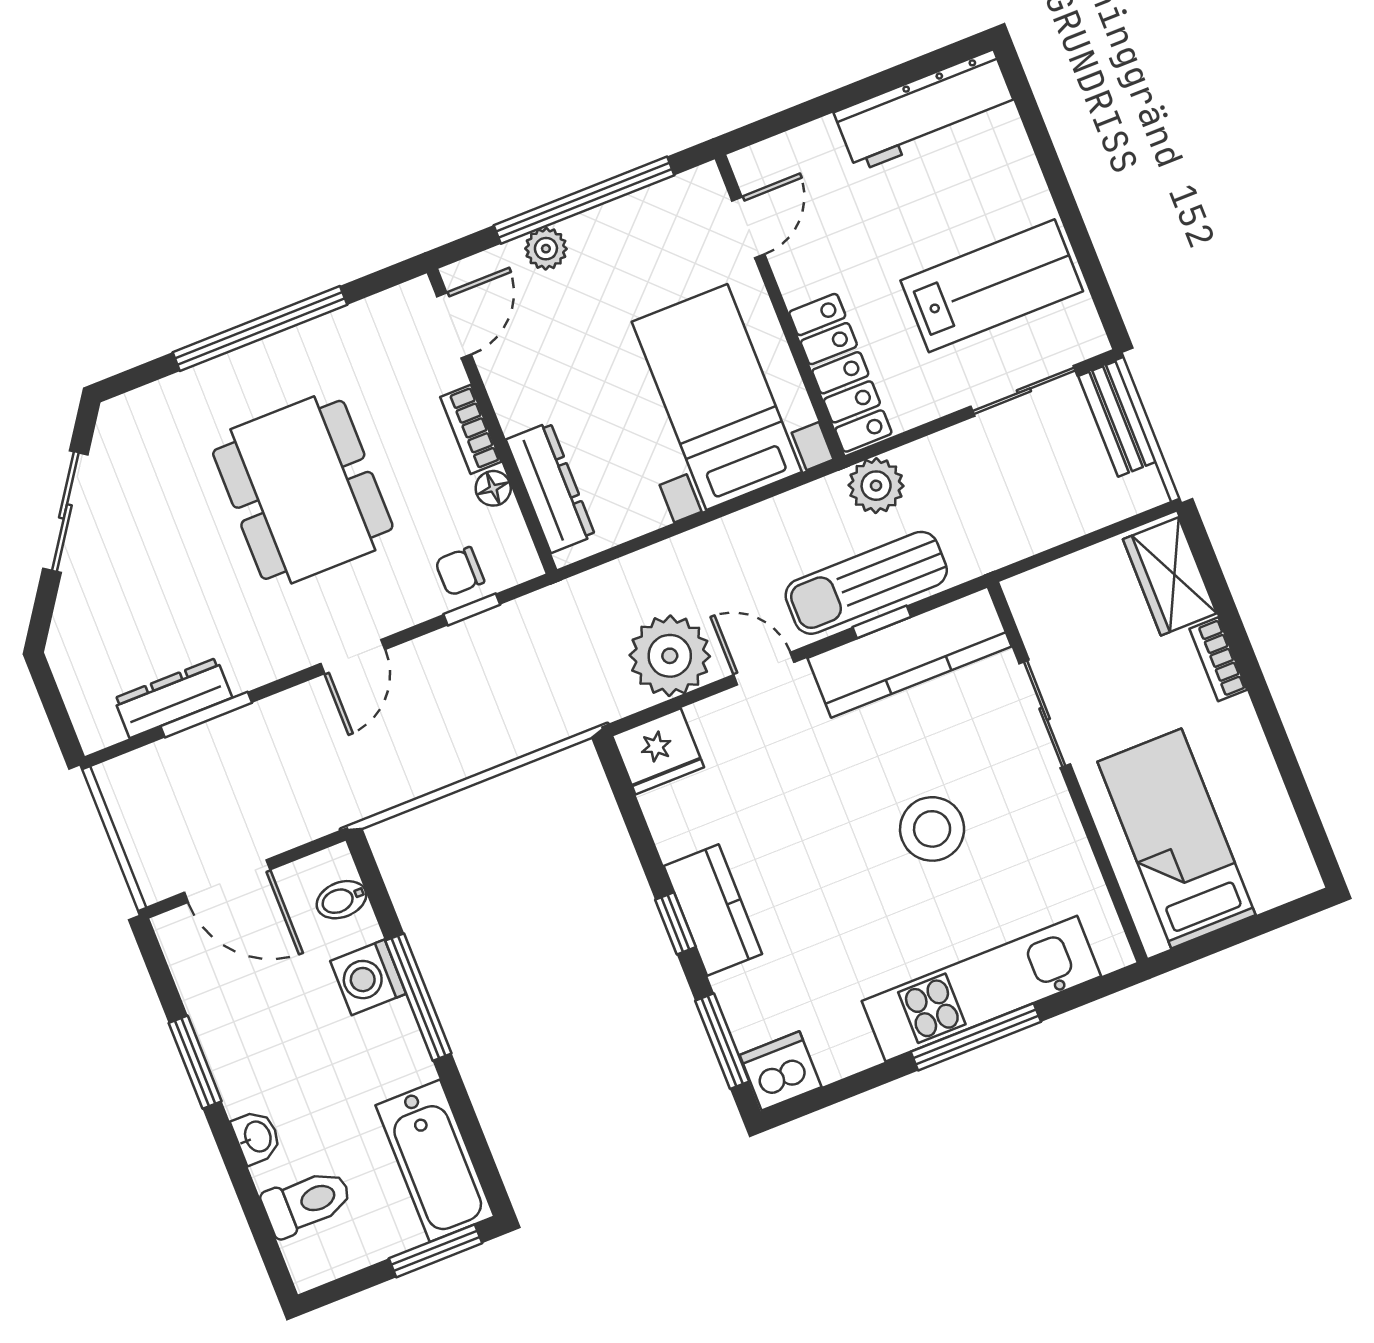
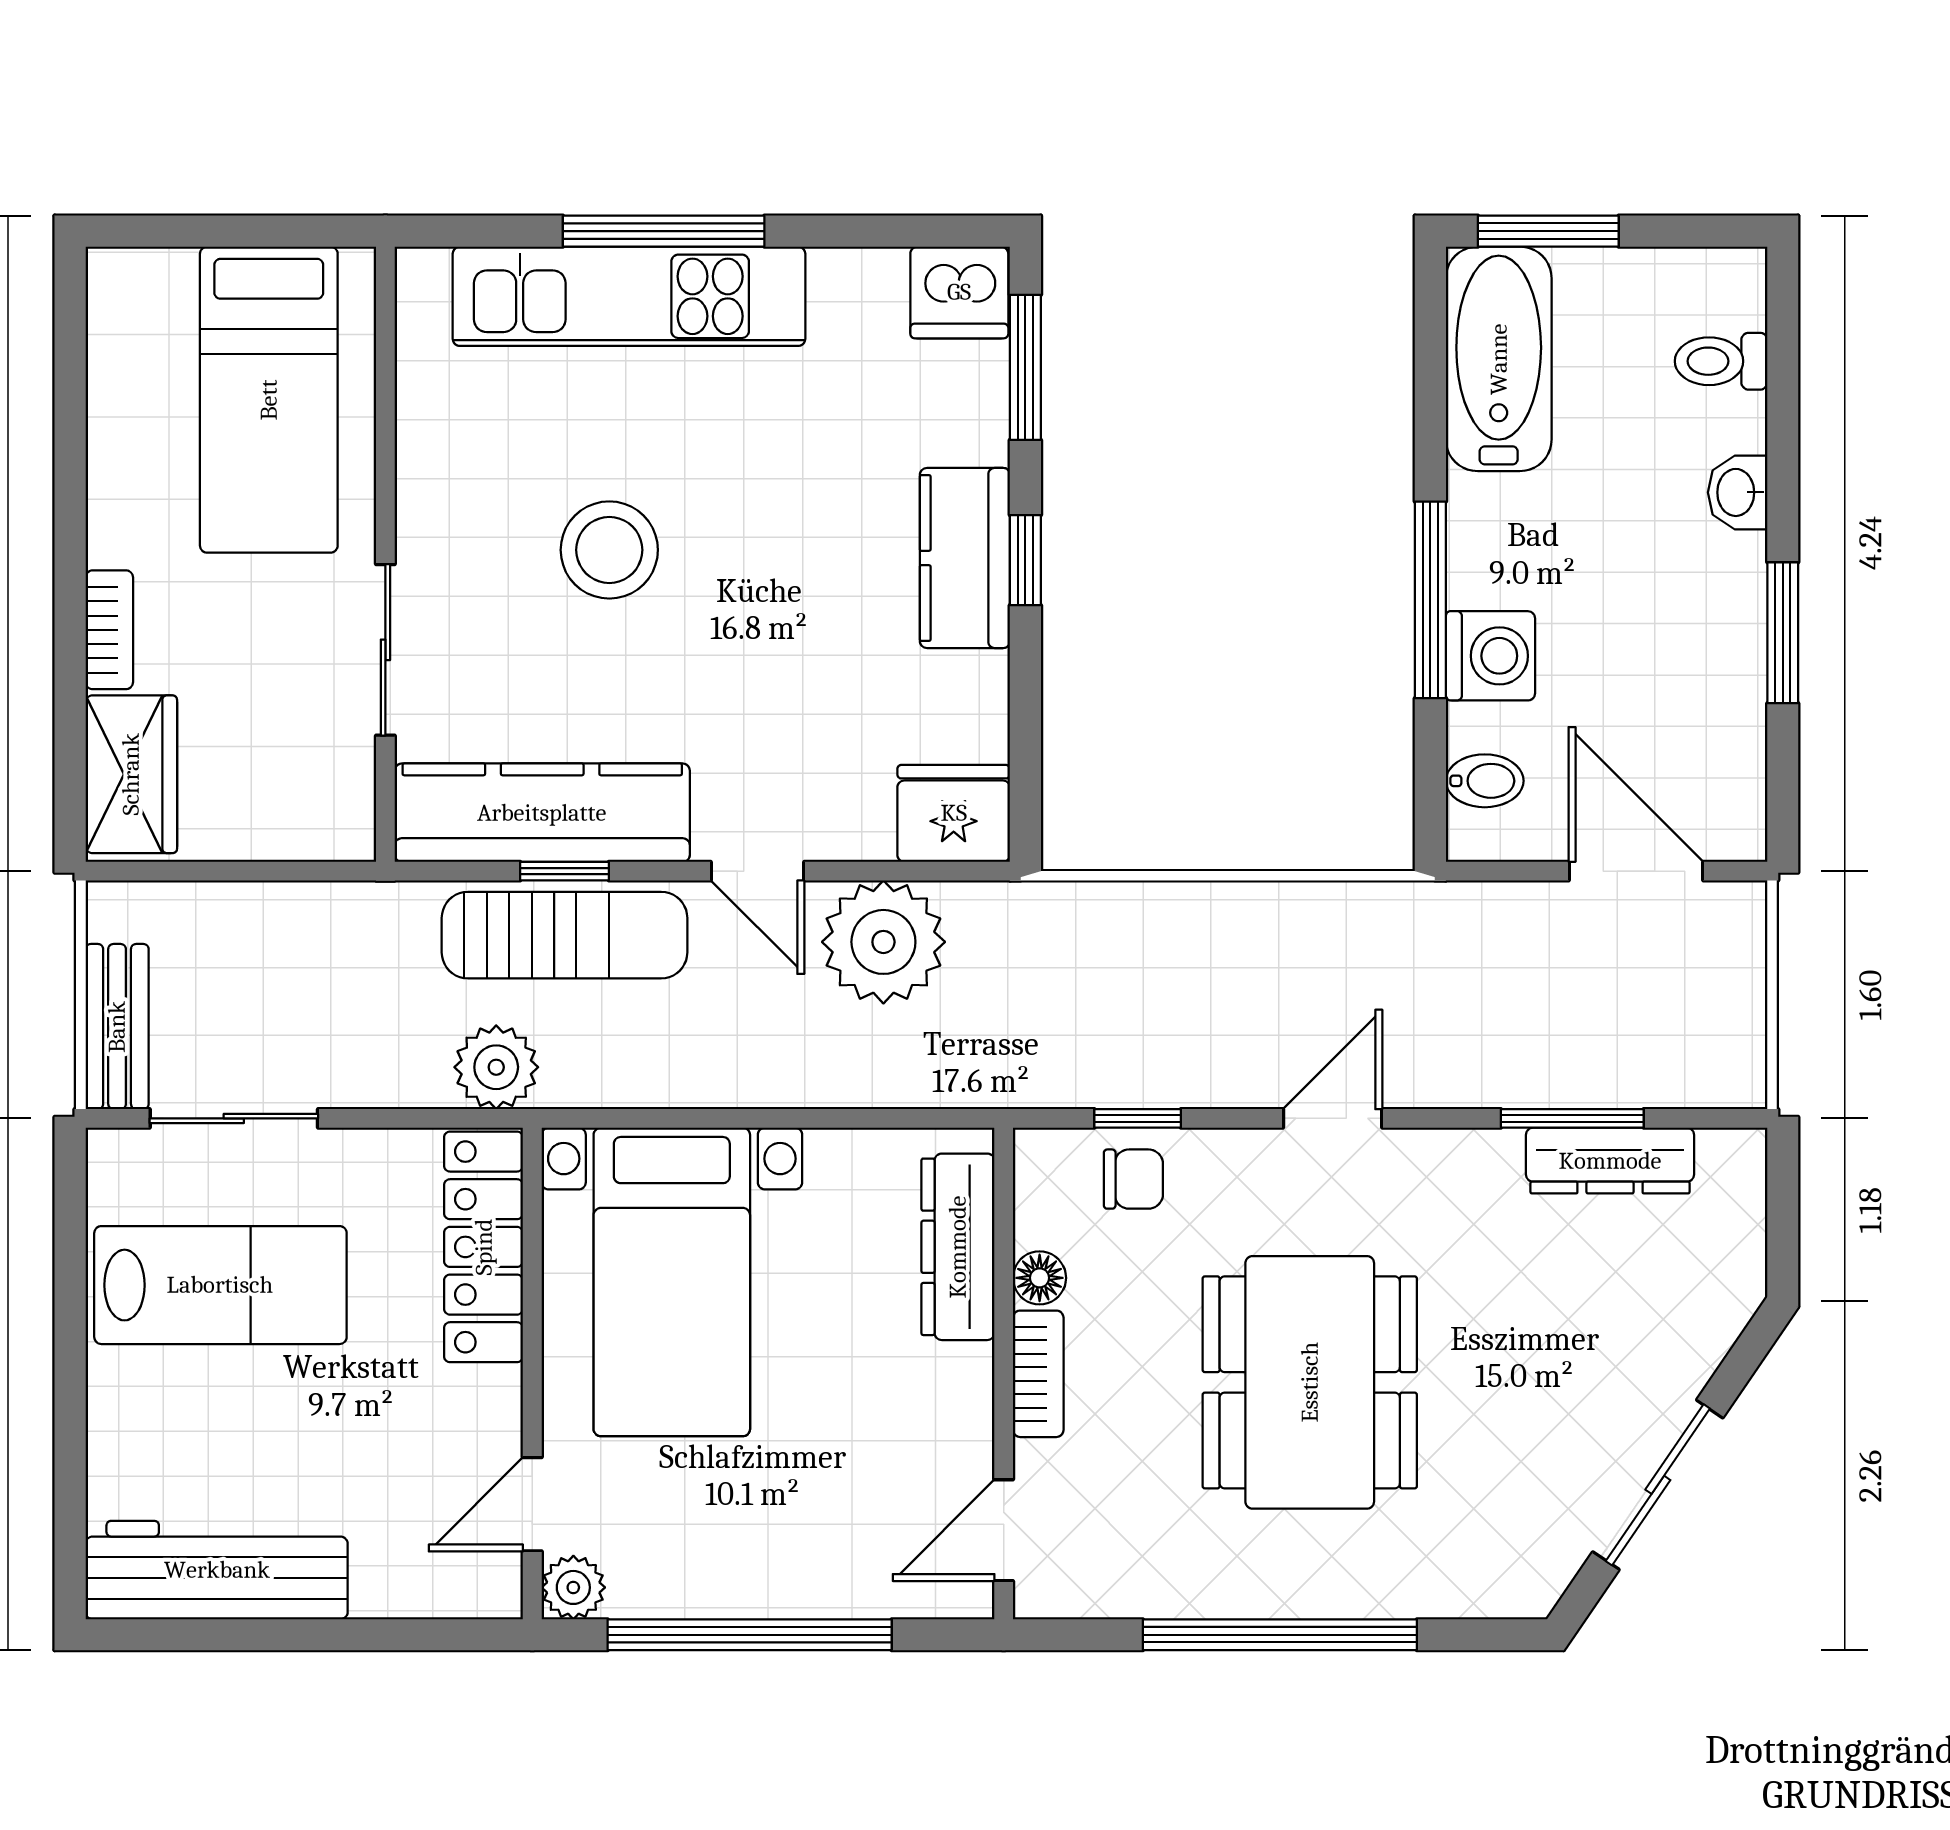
plant: (546, 249) -> (573, 1587), moved
lab bench: (992, 286) -> (220, 1285), turned 180
toilet: (307, 1202) -> (1721, 361), width x0.73, depth x0.72

